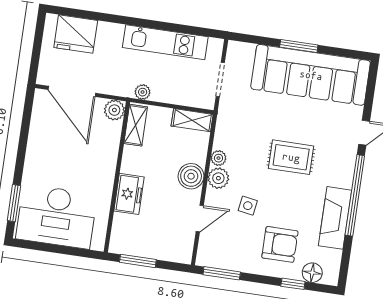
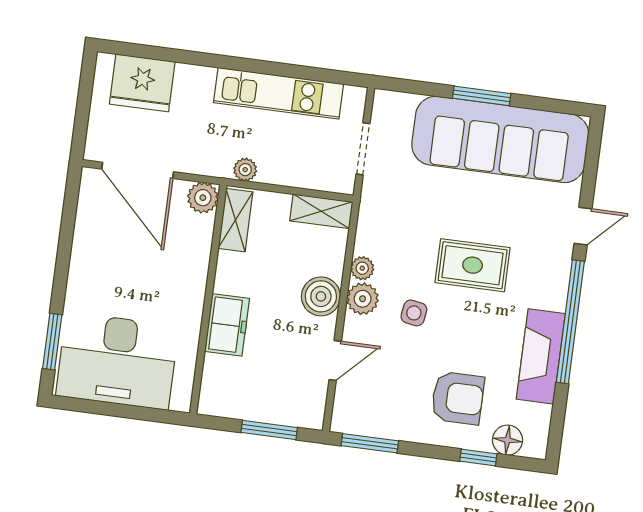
side table: (248, 206) -> (414, 313), moved
window: (138, 261) -> (269, 430), moved

